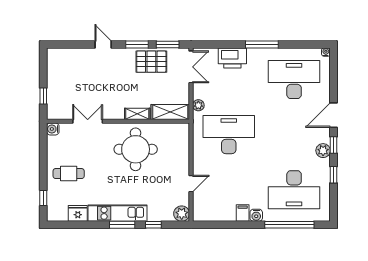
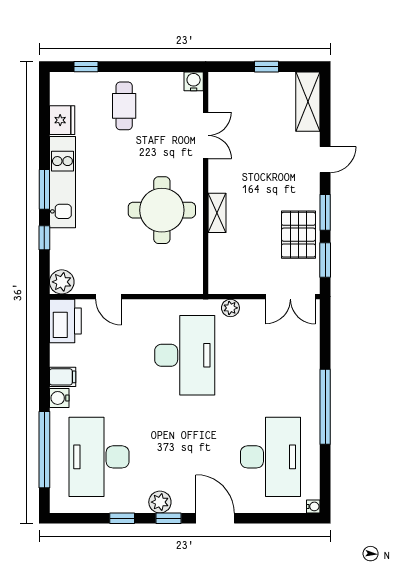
window: (262, 44) -> (325, 407), width x1.46
printer: (232, 58) -> (65, 321), moved, turned 180
window: (43, 96) -> (266, 67), moved
shelving: (170, 112) -> (308, 102), moved

